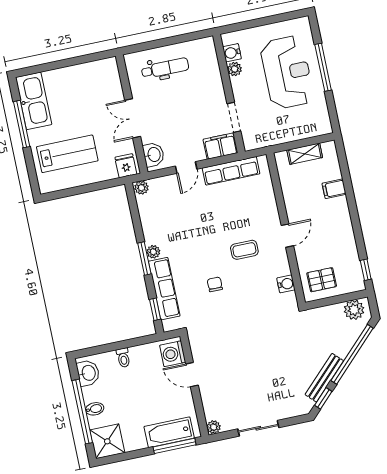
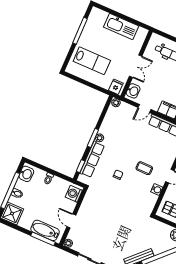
kitchen sink: (34, 101) -> (121, 27), moved, turned 90
double door: (133, 118) -> (136, 66), swing flipped
water cooler: (286, 284) -> (157, 189), moved
door: (192, 375) -> (71, 221), moved

